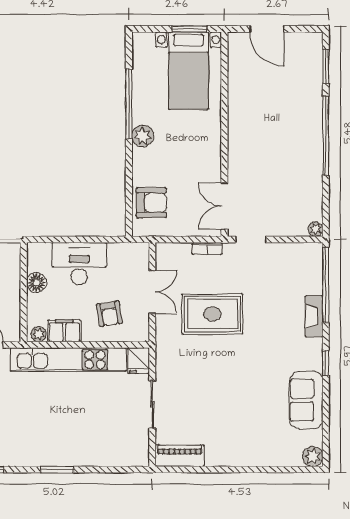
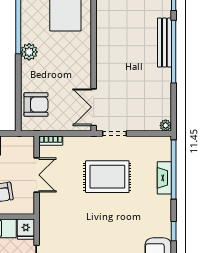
bench: (314, 124) -> (164, 43), added
bookcase: (207, 248) -> (51, 141), moved
rug: (212, 314) -> (107, 177), moved
fireplace: (314, 316) -> (164, 178), moved

